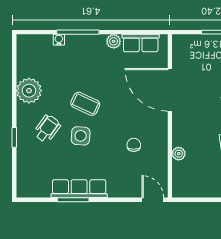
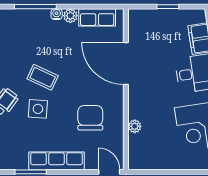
water cooler: (59, 40) -> (57, 14), moved
chair: (134, 145) -> (90, 118), width x1.87, depth x1.87
row of seats: (79, 189) -> (56, 161), moved

